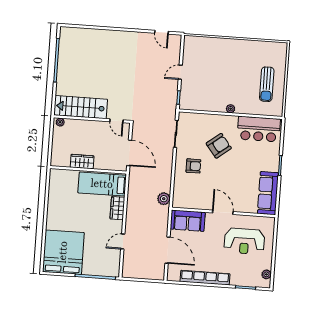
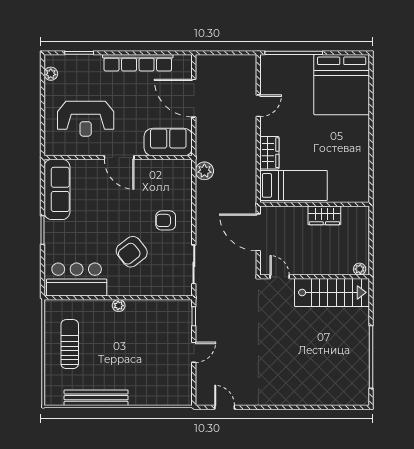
bench: (251, 45) -> (96, 398), added
reception desk: (244, 241) -> (86, 119), turned 180

